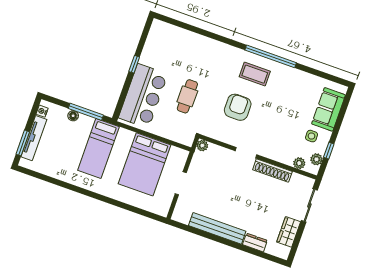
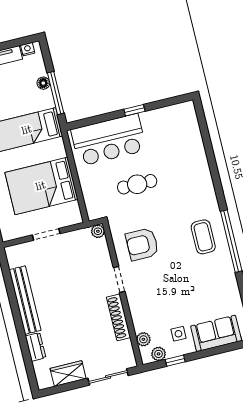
armchair: (238, 107) -> (142, 244), moved, turned 180

